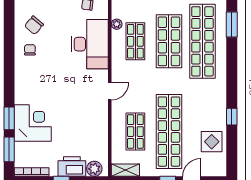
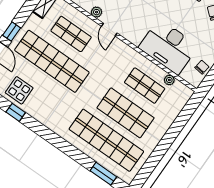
door: (110, 91) -> (109, 30), moved
window: (232, 117) -> (16, 112), moved
plant: (103, 123) -> (97, 12), added

